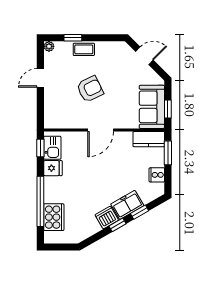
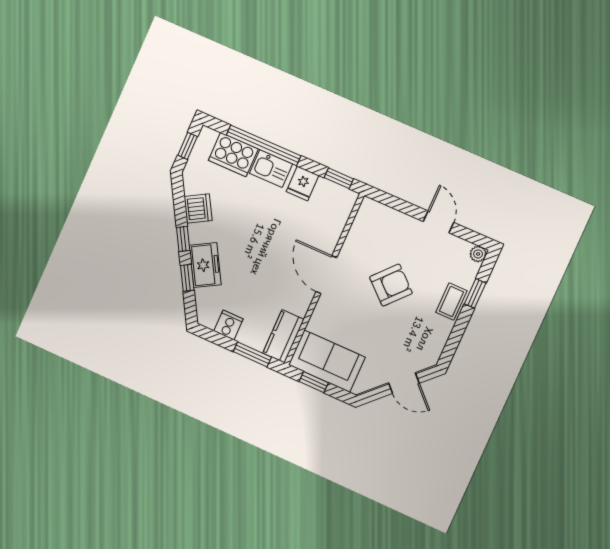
door: (144, 56) -> (404, 383), hinge flipped
armchair: (90, 89) -> (391, 285), turned -112
kitchen sink: (52, 148) -> (271, 169), moved
dishwasher: (107, 217) -> (198, 208), moved
window: (61, 247) -> (188, 146), added

